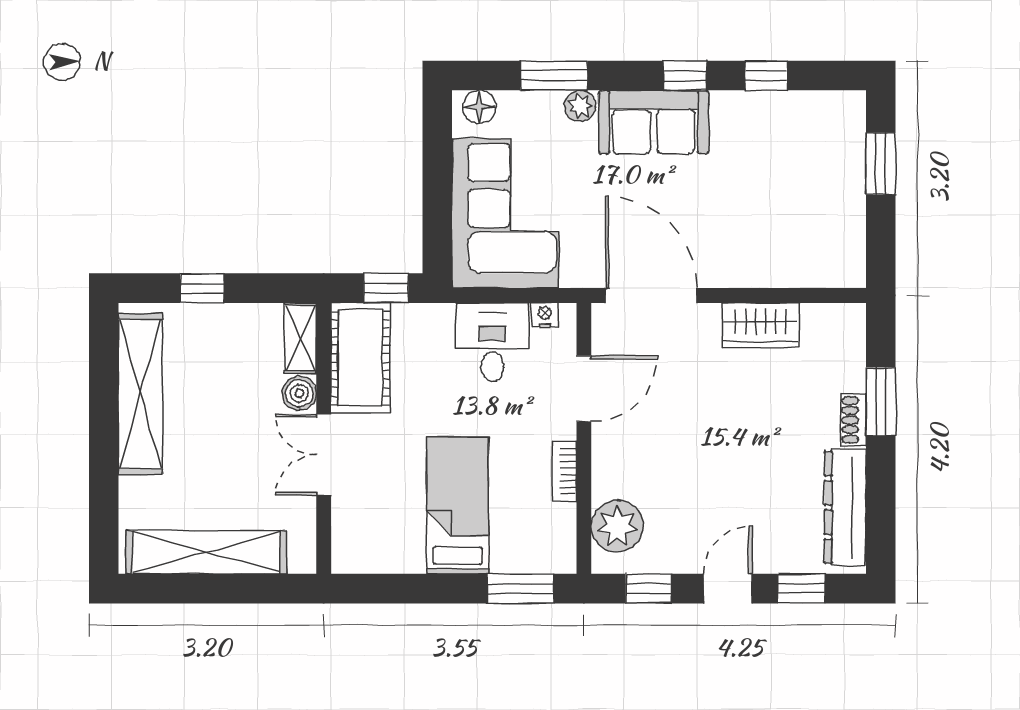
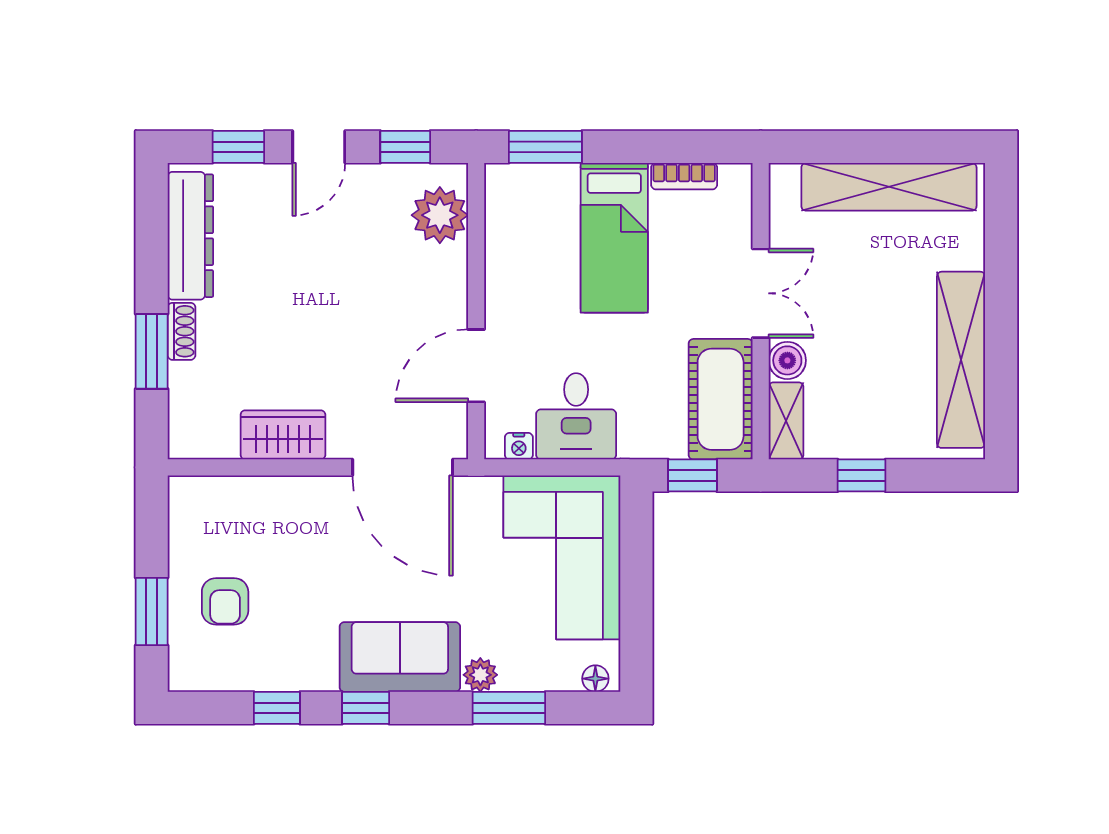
floor lamp: (479, 107) -> (595, 679), width x0.73, depth x0.73
armchair: (814, 173) -> (225, 601), added
window: (202, 288) -> (862, 475), moved
bookcase: (564, 471) -> (684, 176), moved, turned 90

